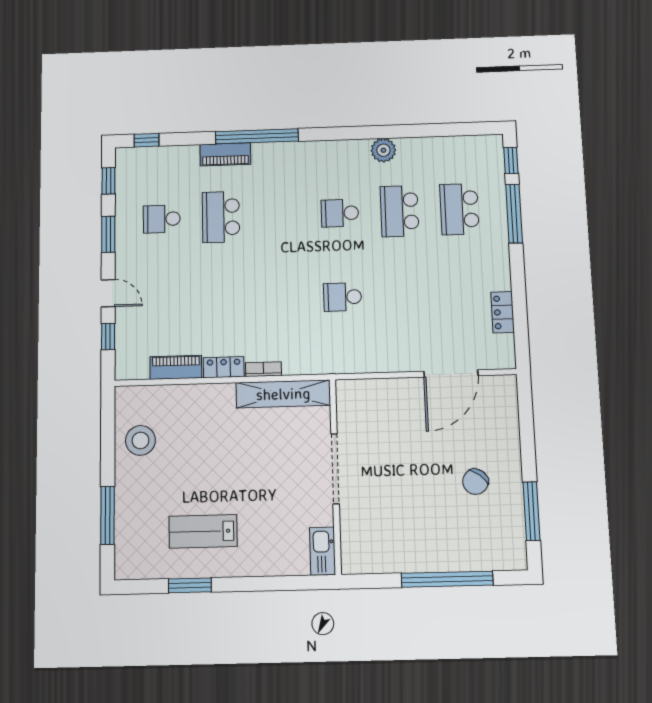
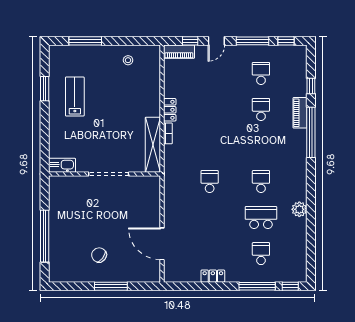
window: (147, 140) -> (311, 86), moved
school desk: (459, 209) -> (261, 254), width x0.54
school desk: (221, 217) -> (261, 109), width x0.54
window: (108, 234) -> (253, 41), width x1.44
locker: (503, 312) -> (213, 276), moved
piano: (176, 367) -> (179, 52), moved, turned 90
stool: (140, 440) -> (128, 60), width x0.53, depth x0.53
window: (531, 511) -> (111, 286), moved

